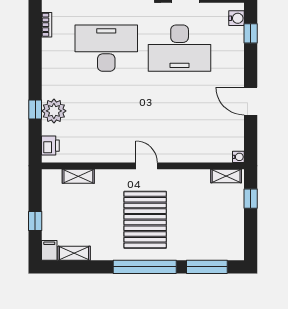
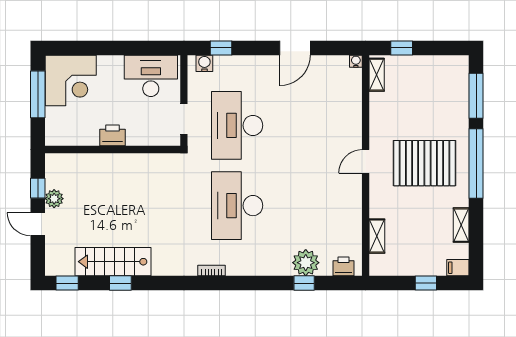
desk: (180, 48) -> (237, 125), turned 180
shelving: (74, 253) -> (461, 225), moved

